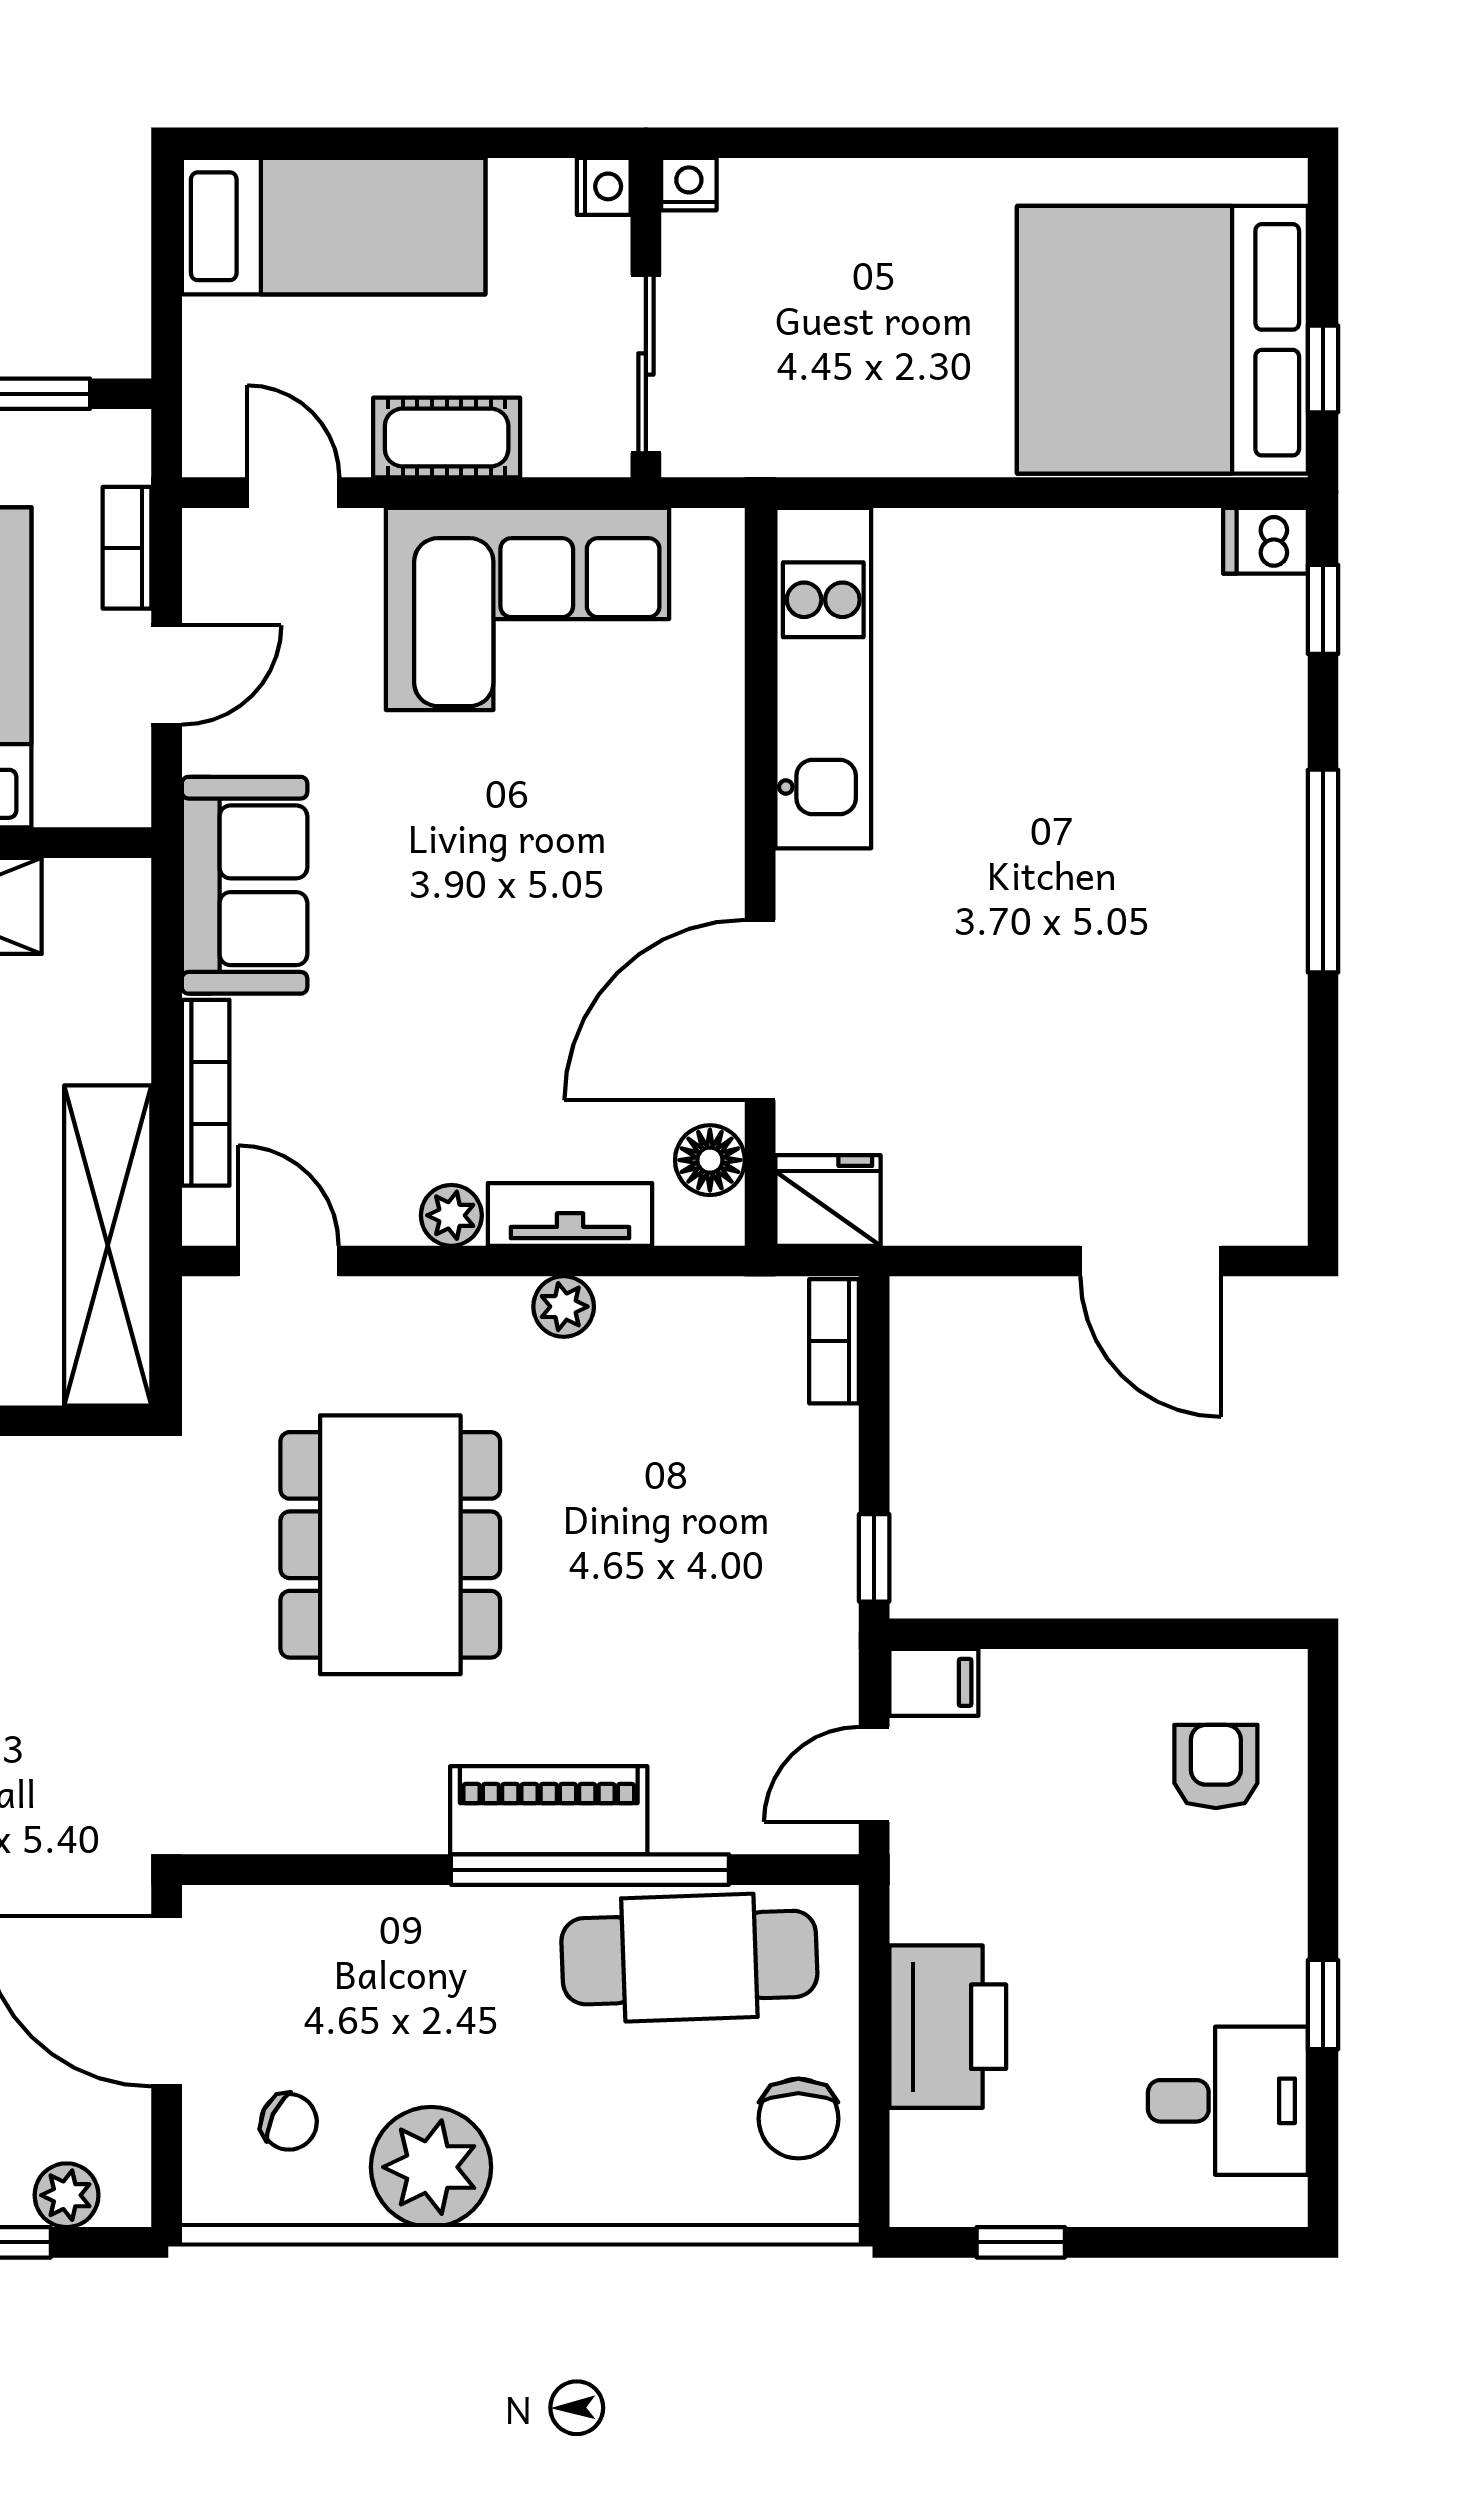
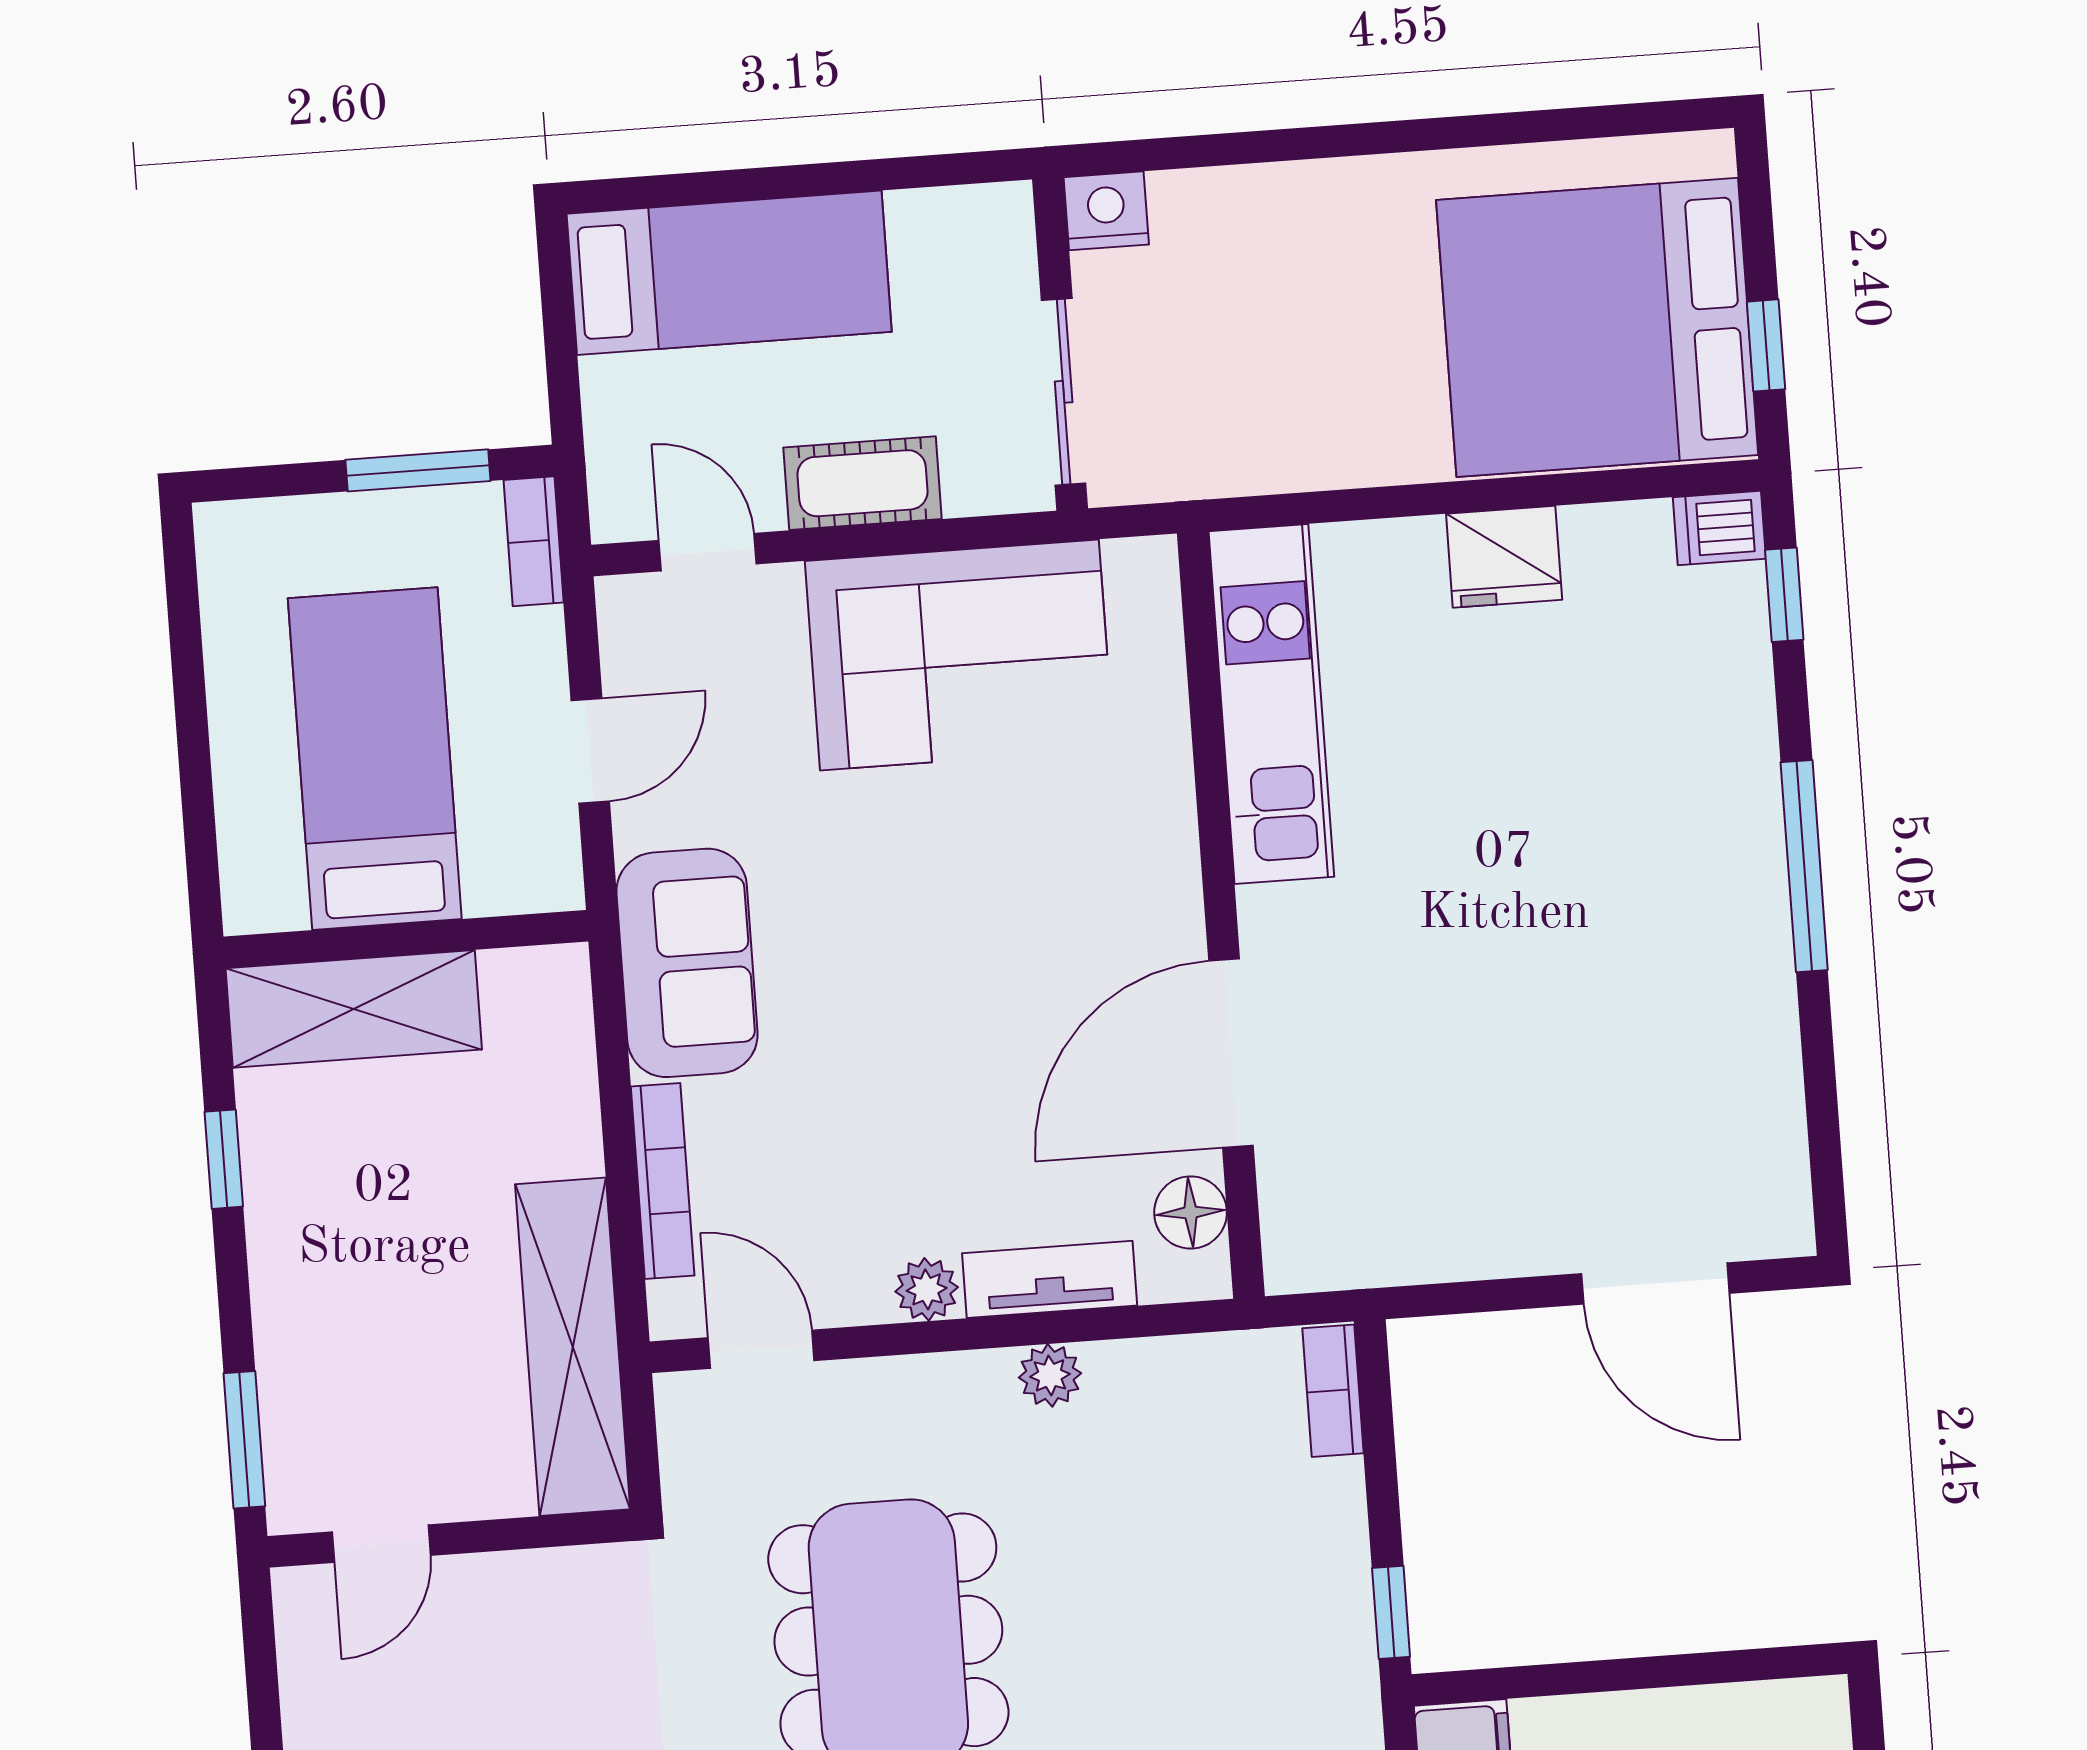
nightstand: (689, 184) -> (1106, 211), width x1.39, depth x1.35
nightstand: (604, 186) -> (1006, 211), removed
bookcase: (127, 548) -> (534, 541), moved
fridge: (828, 1200) -> (1504, 557), moved, turned 180

